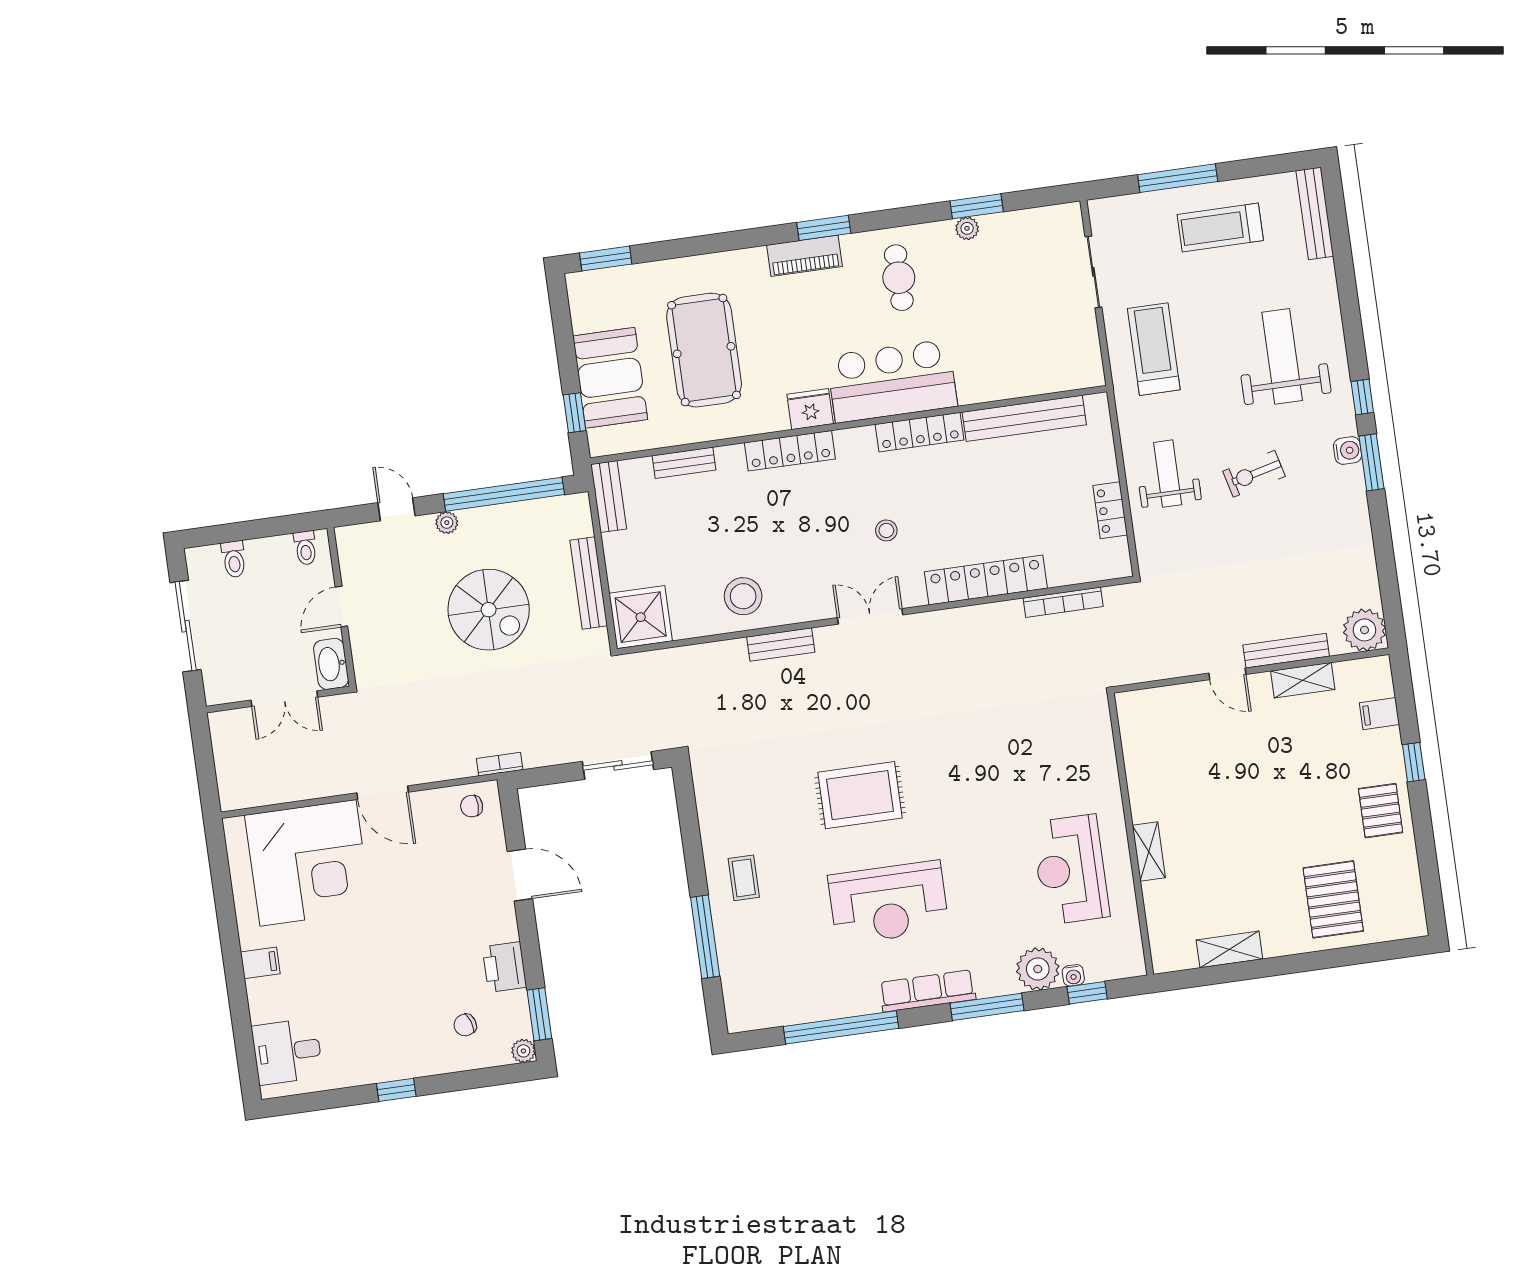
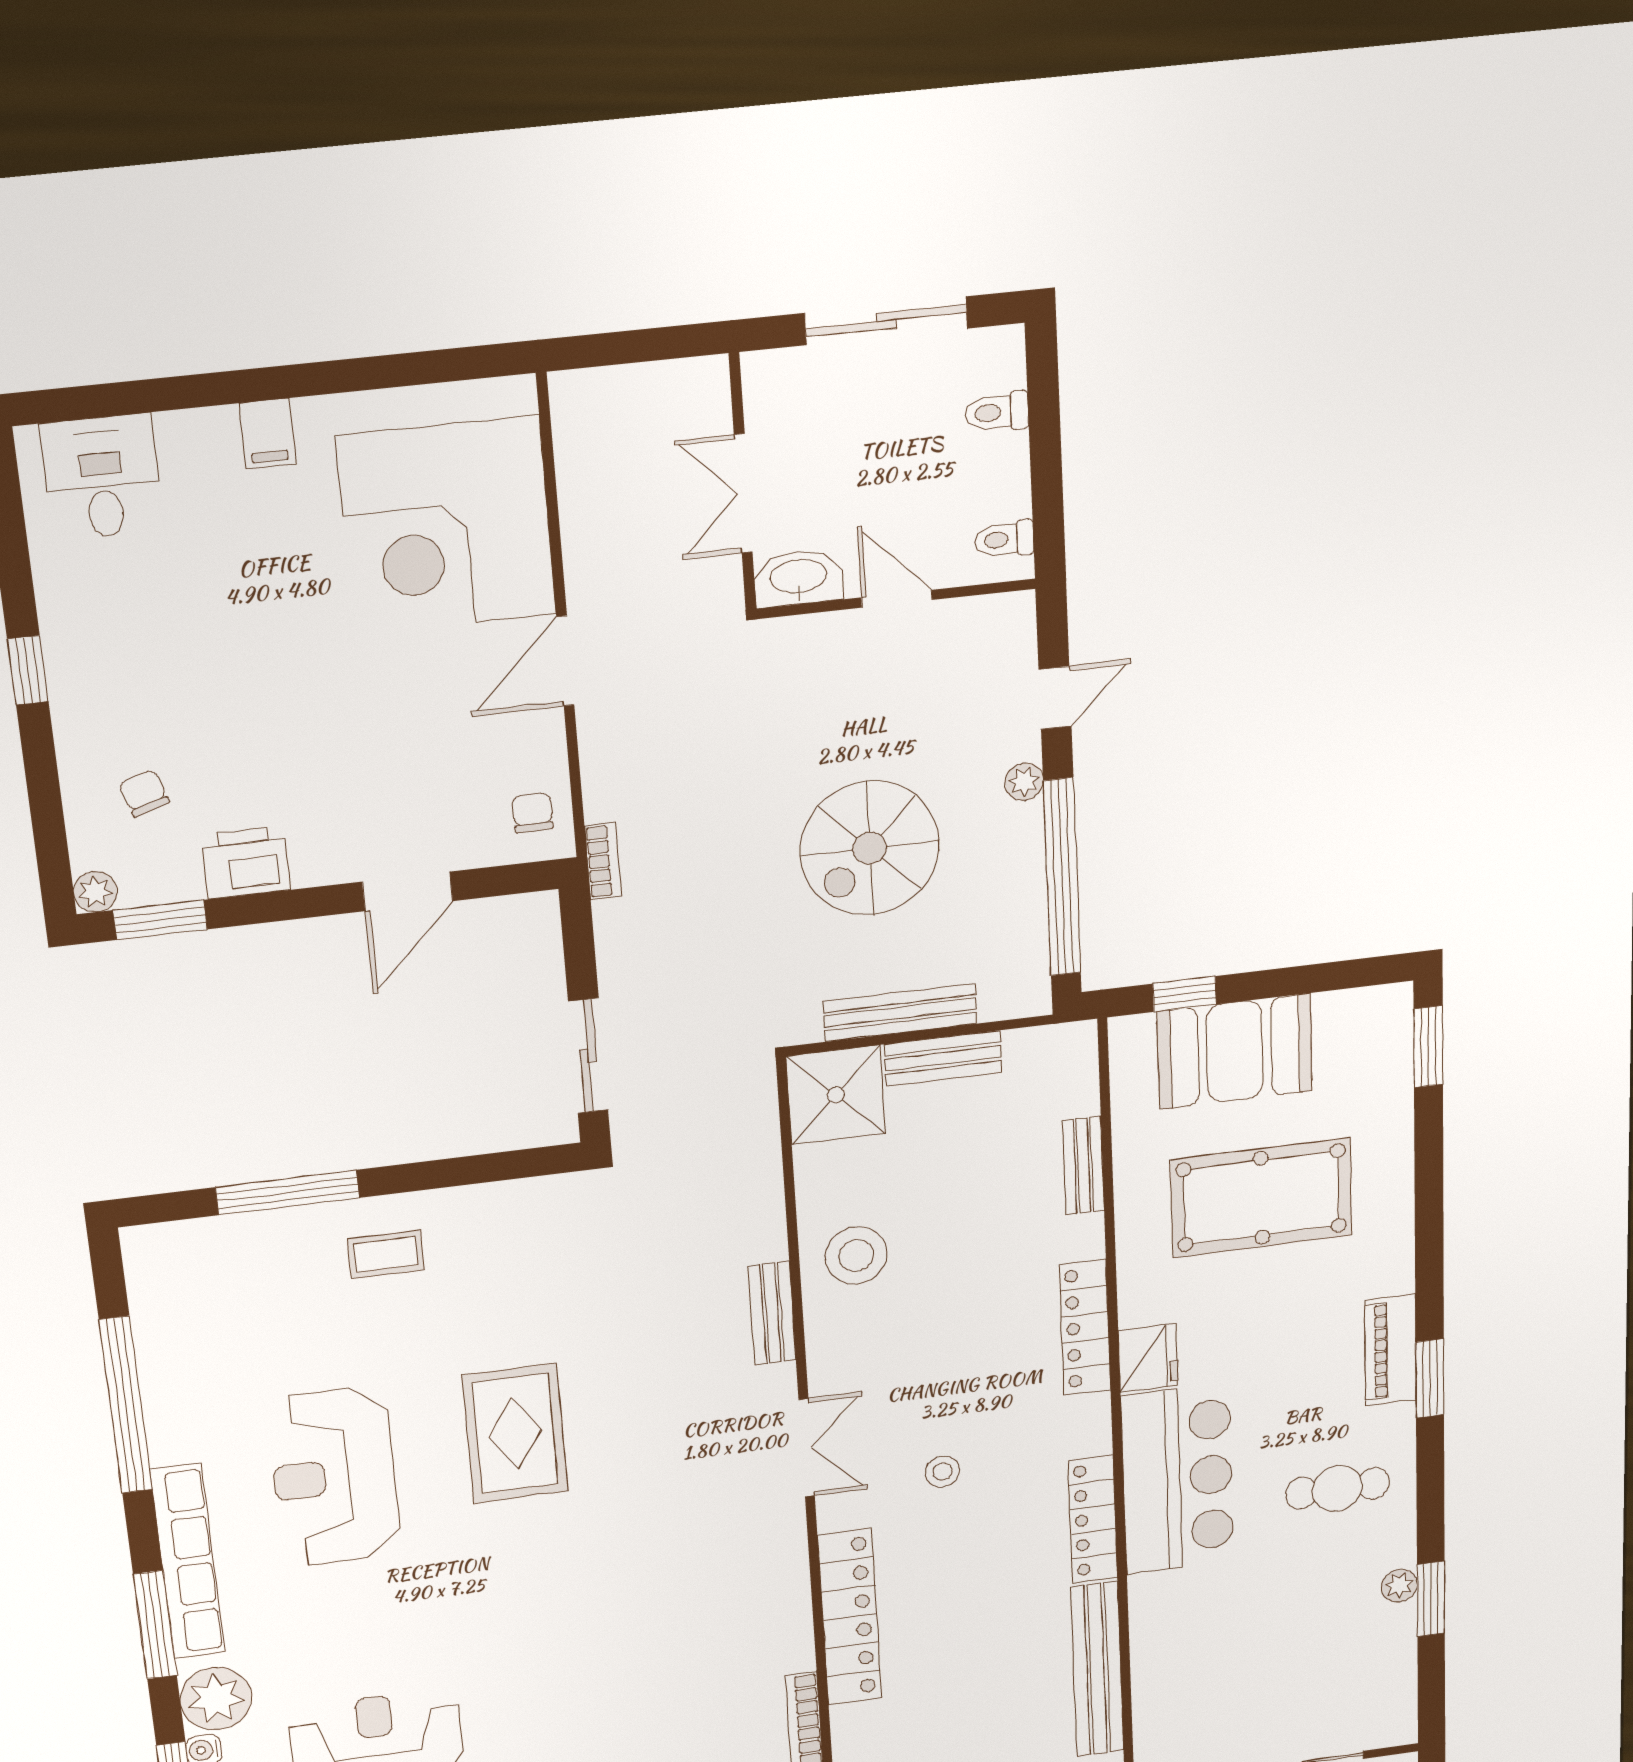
bench: (609, 497) -> (943, 1058), moved
row of seats: (928, 991) -> (188, 1562), width x1.36

